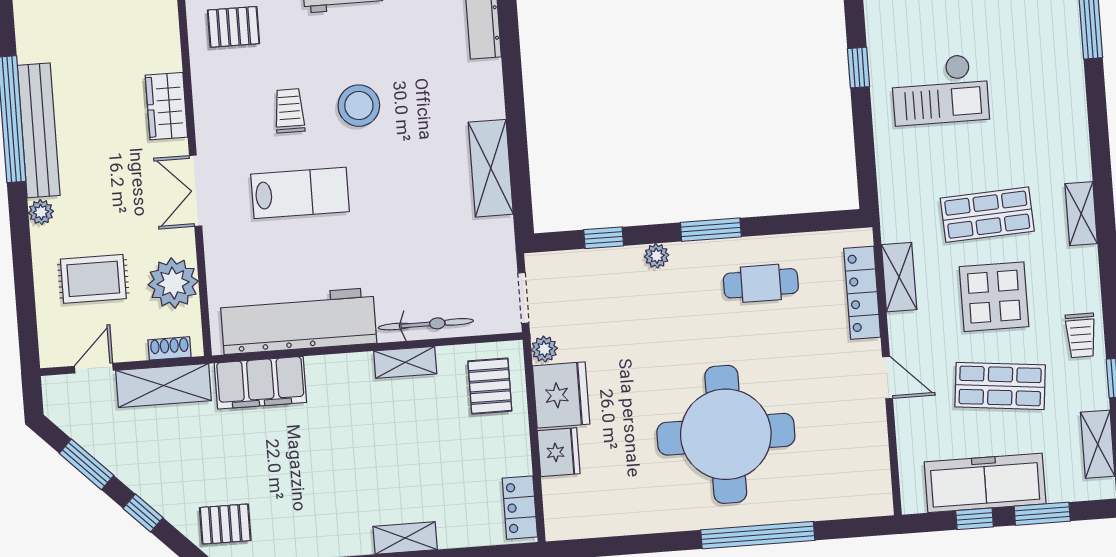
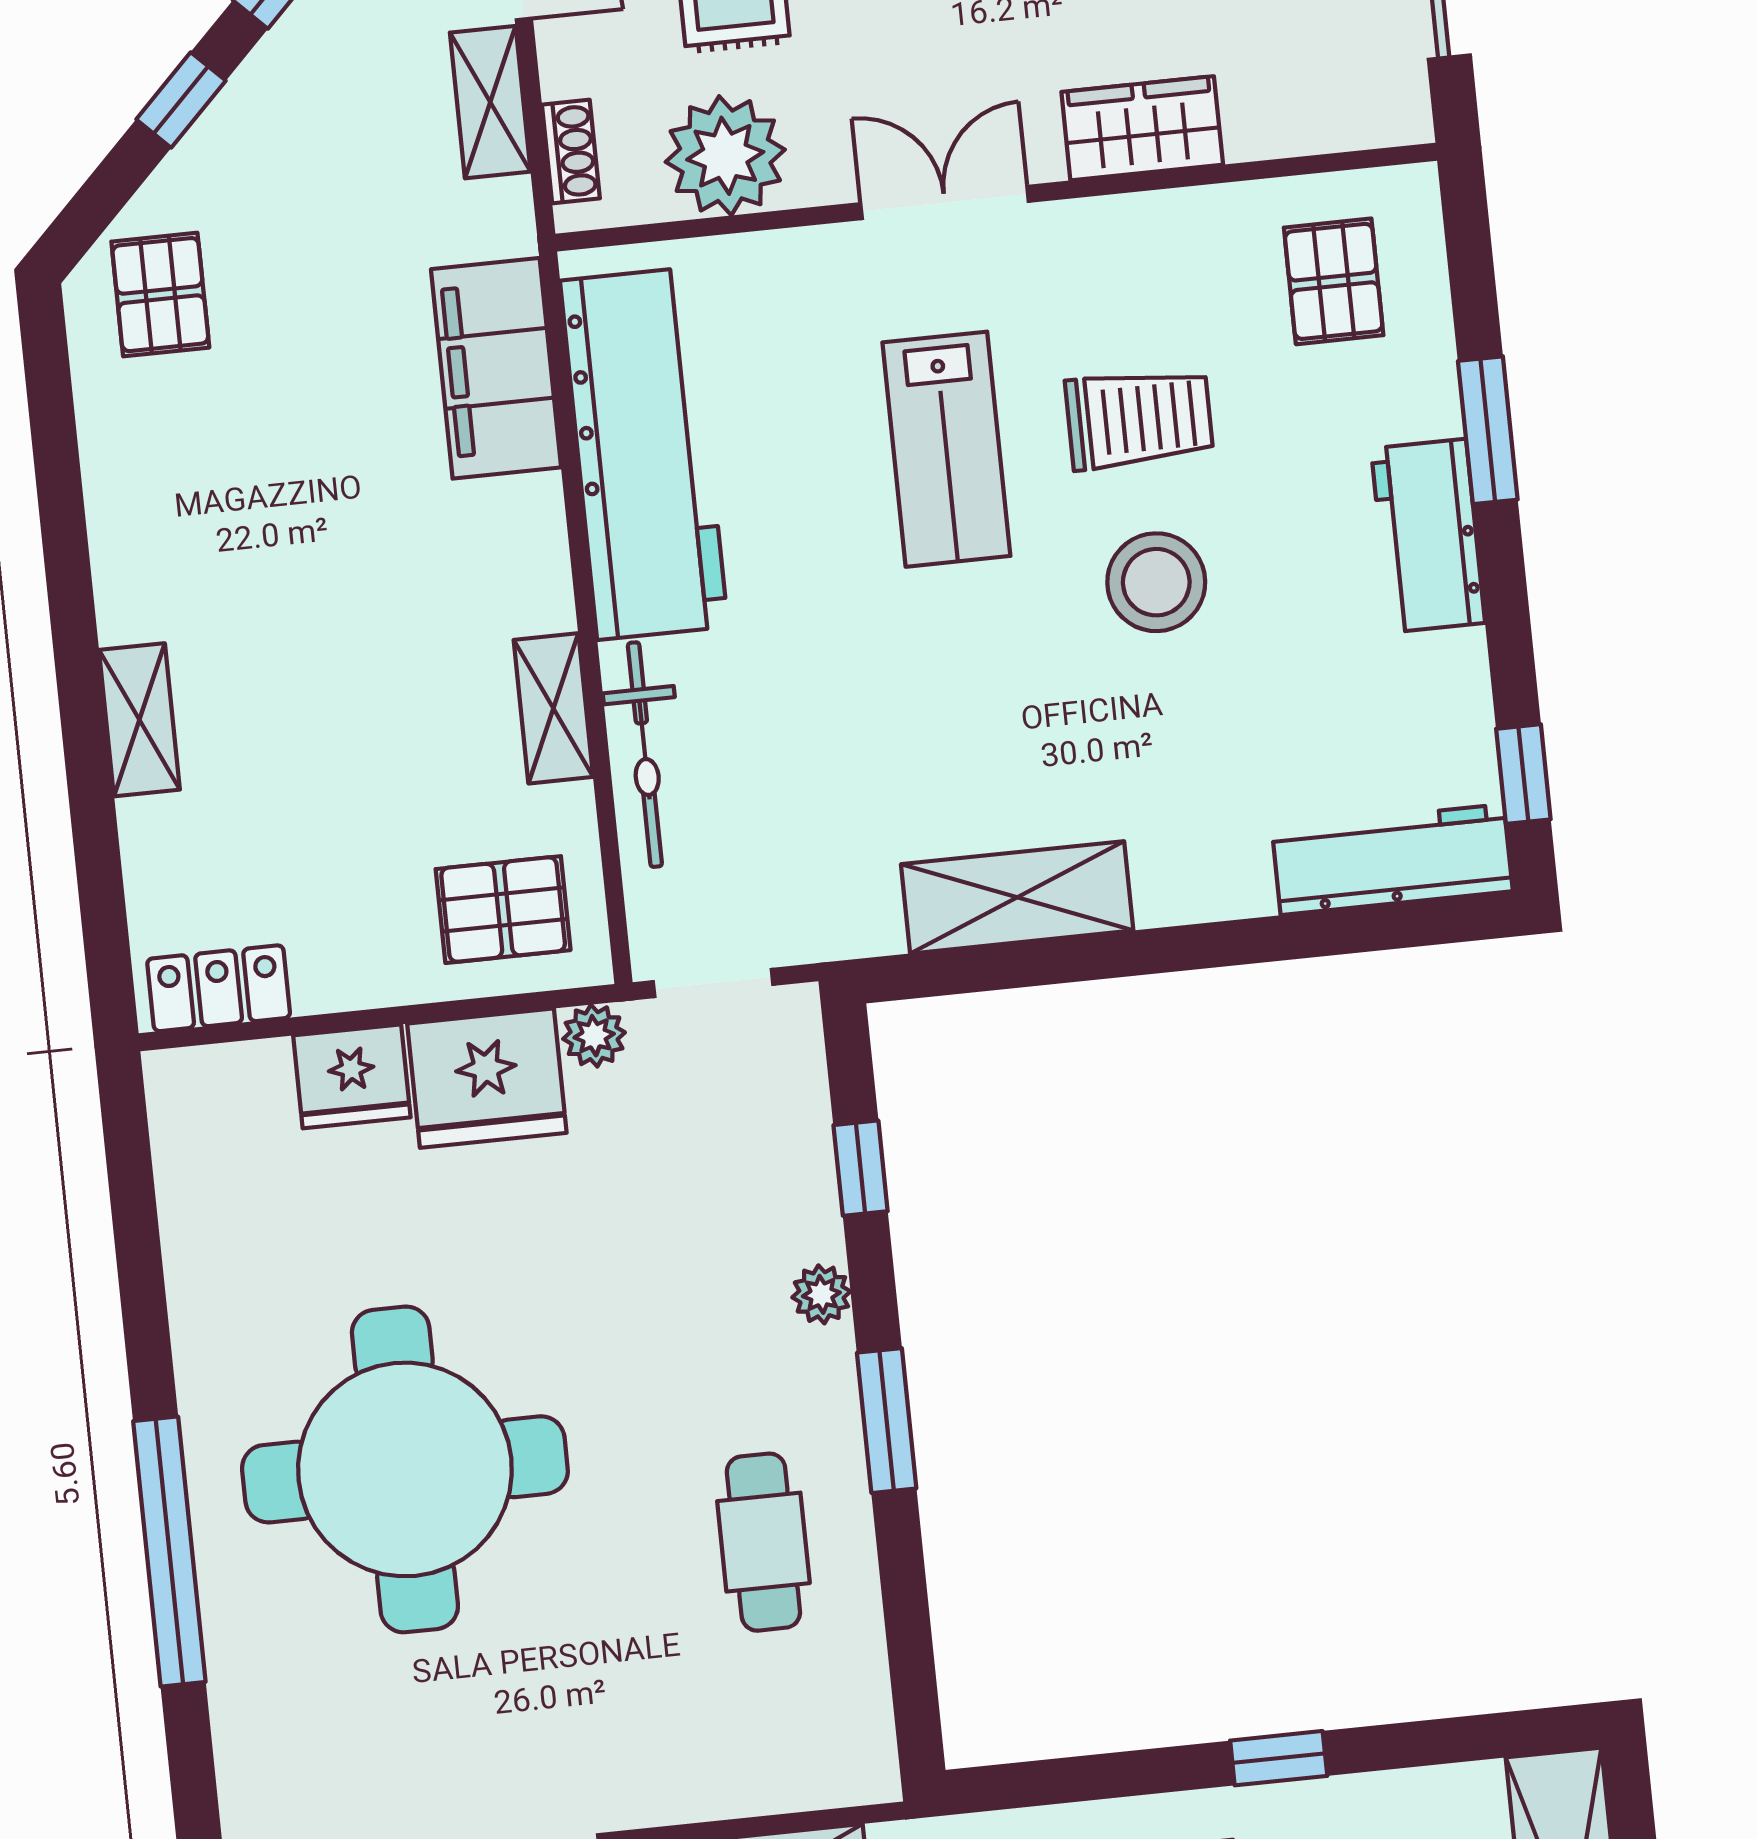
trolley: (289, 111) -> (1139, 419), width x1.36, depth x1.39
locker: (862, 293) -> (748, 1782), removed
shelving: (163, 385) -> (490, 102), width x0.67, depth x0.75

